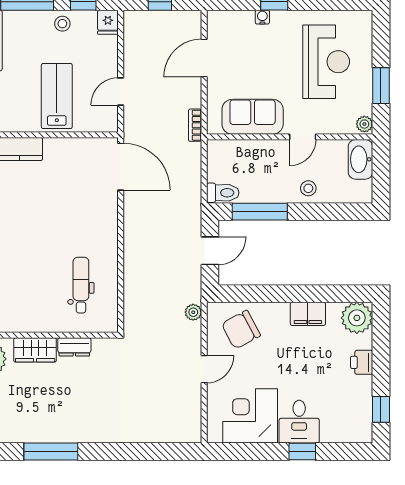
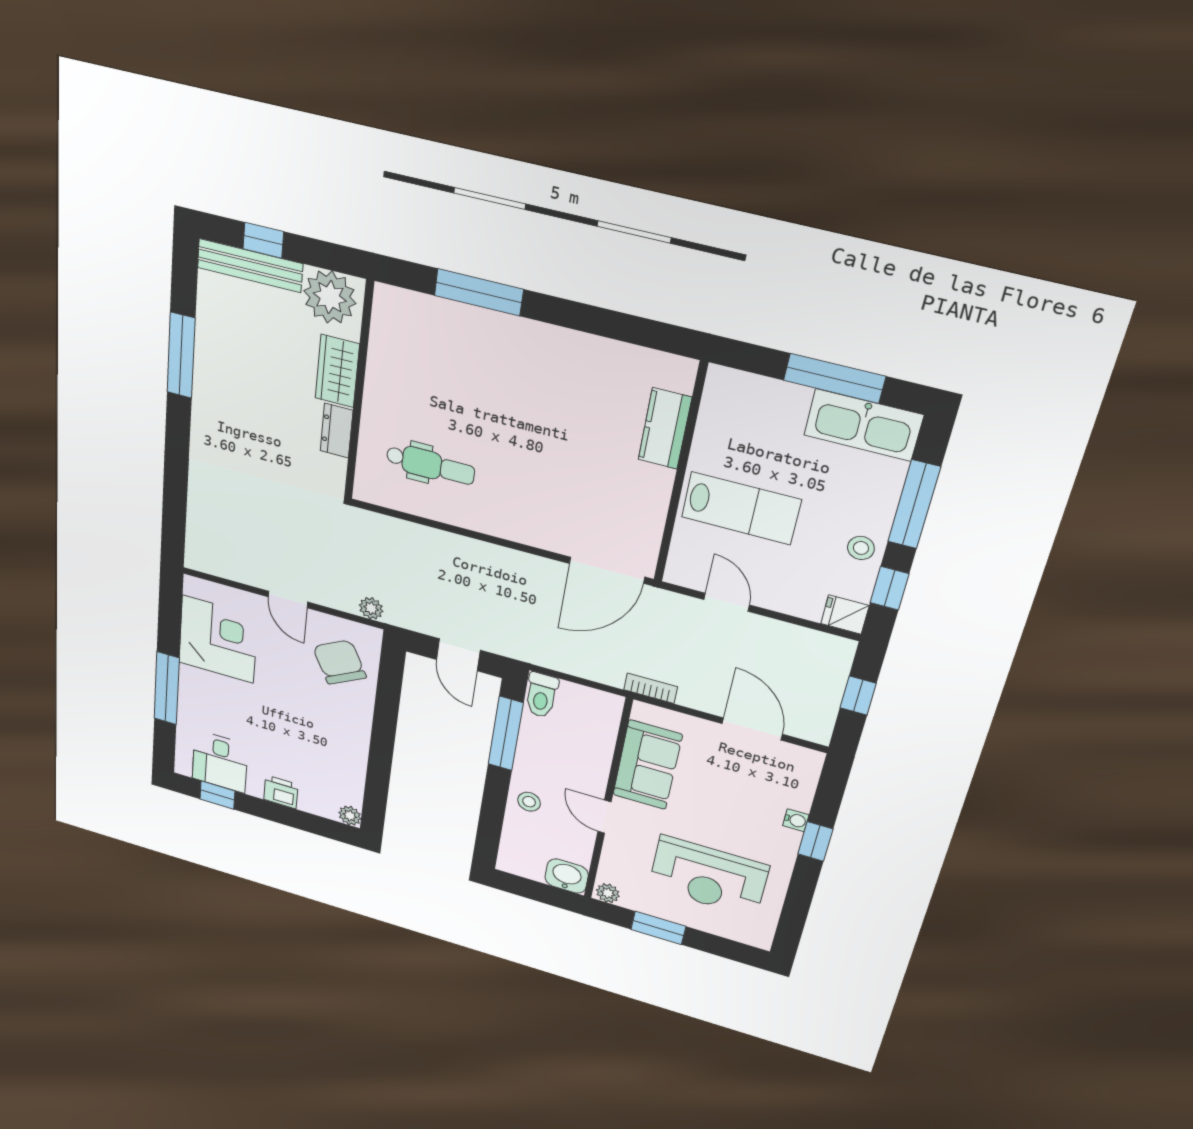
washbasin: (360, 159) -> (567, 876), width x0.72
filing cabinet: (308, 314) -> (353, 750), removed
plant: (357, 318) -> (350, 816), width x0.53, depth x0.53
desk: (299, 422) -> (220, 762), moved, turned -90
window: (302, 452) -> (167, 688), width x2.17

